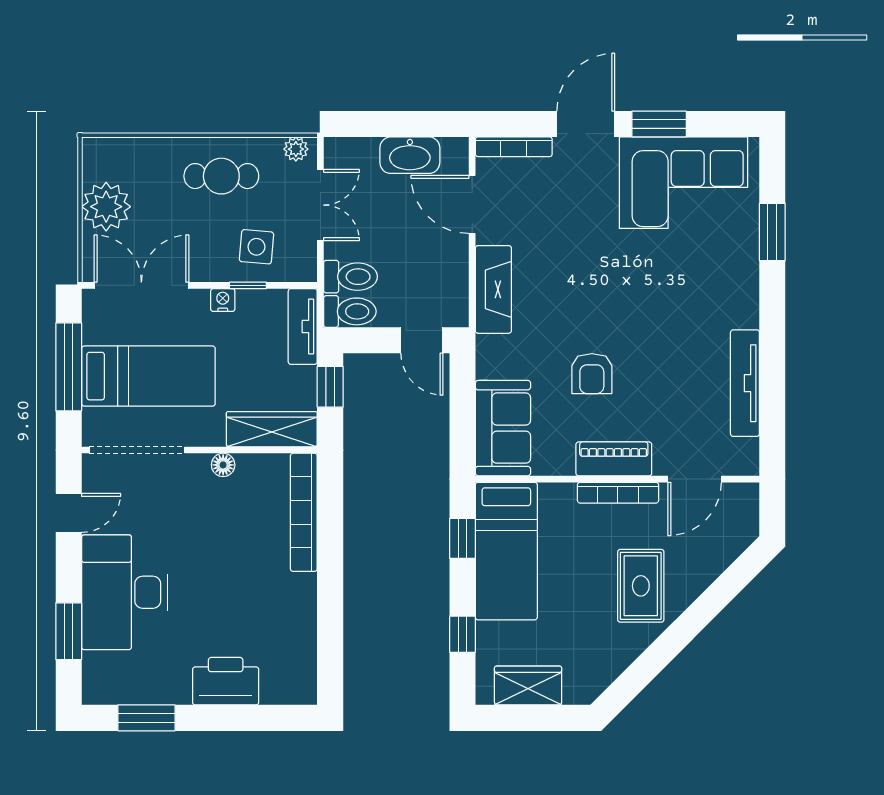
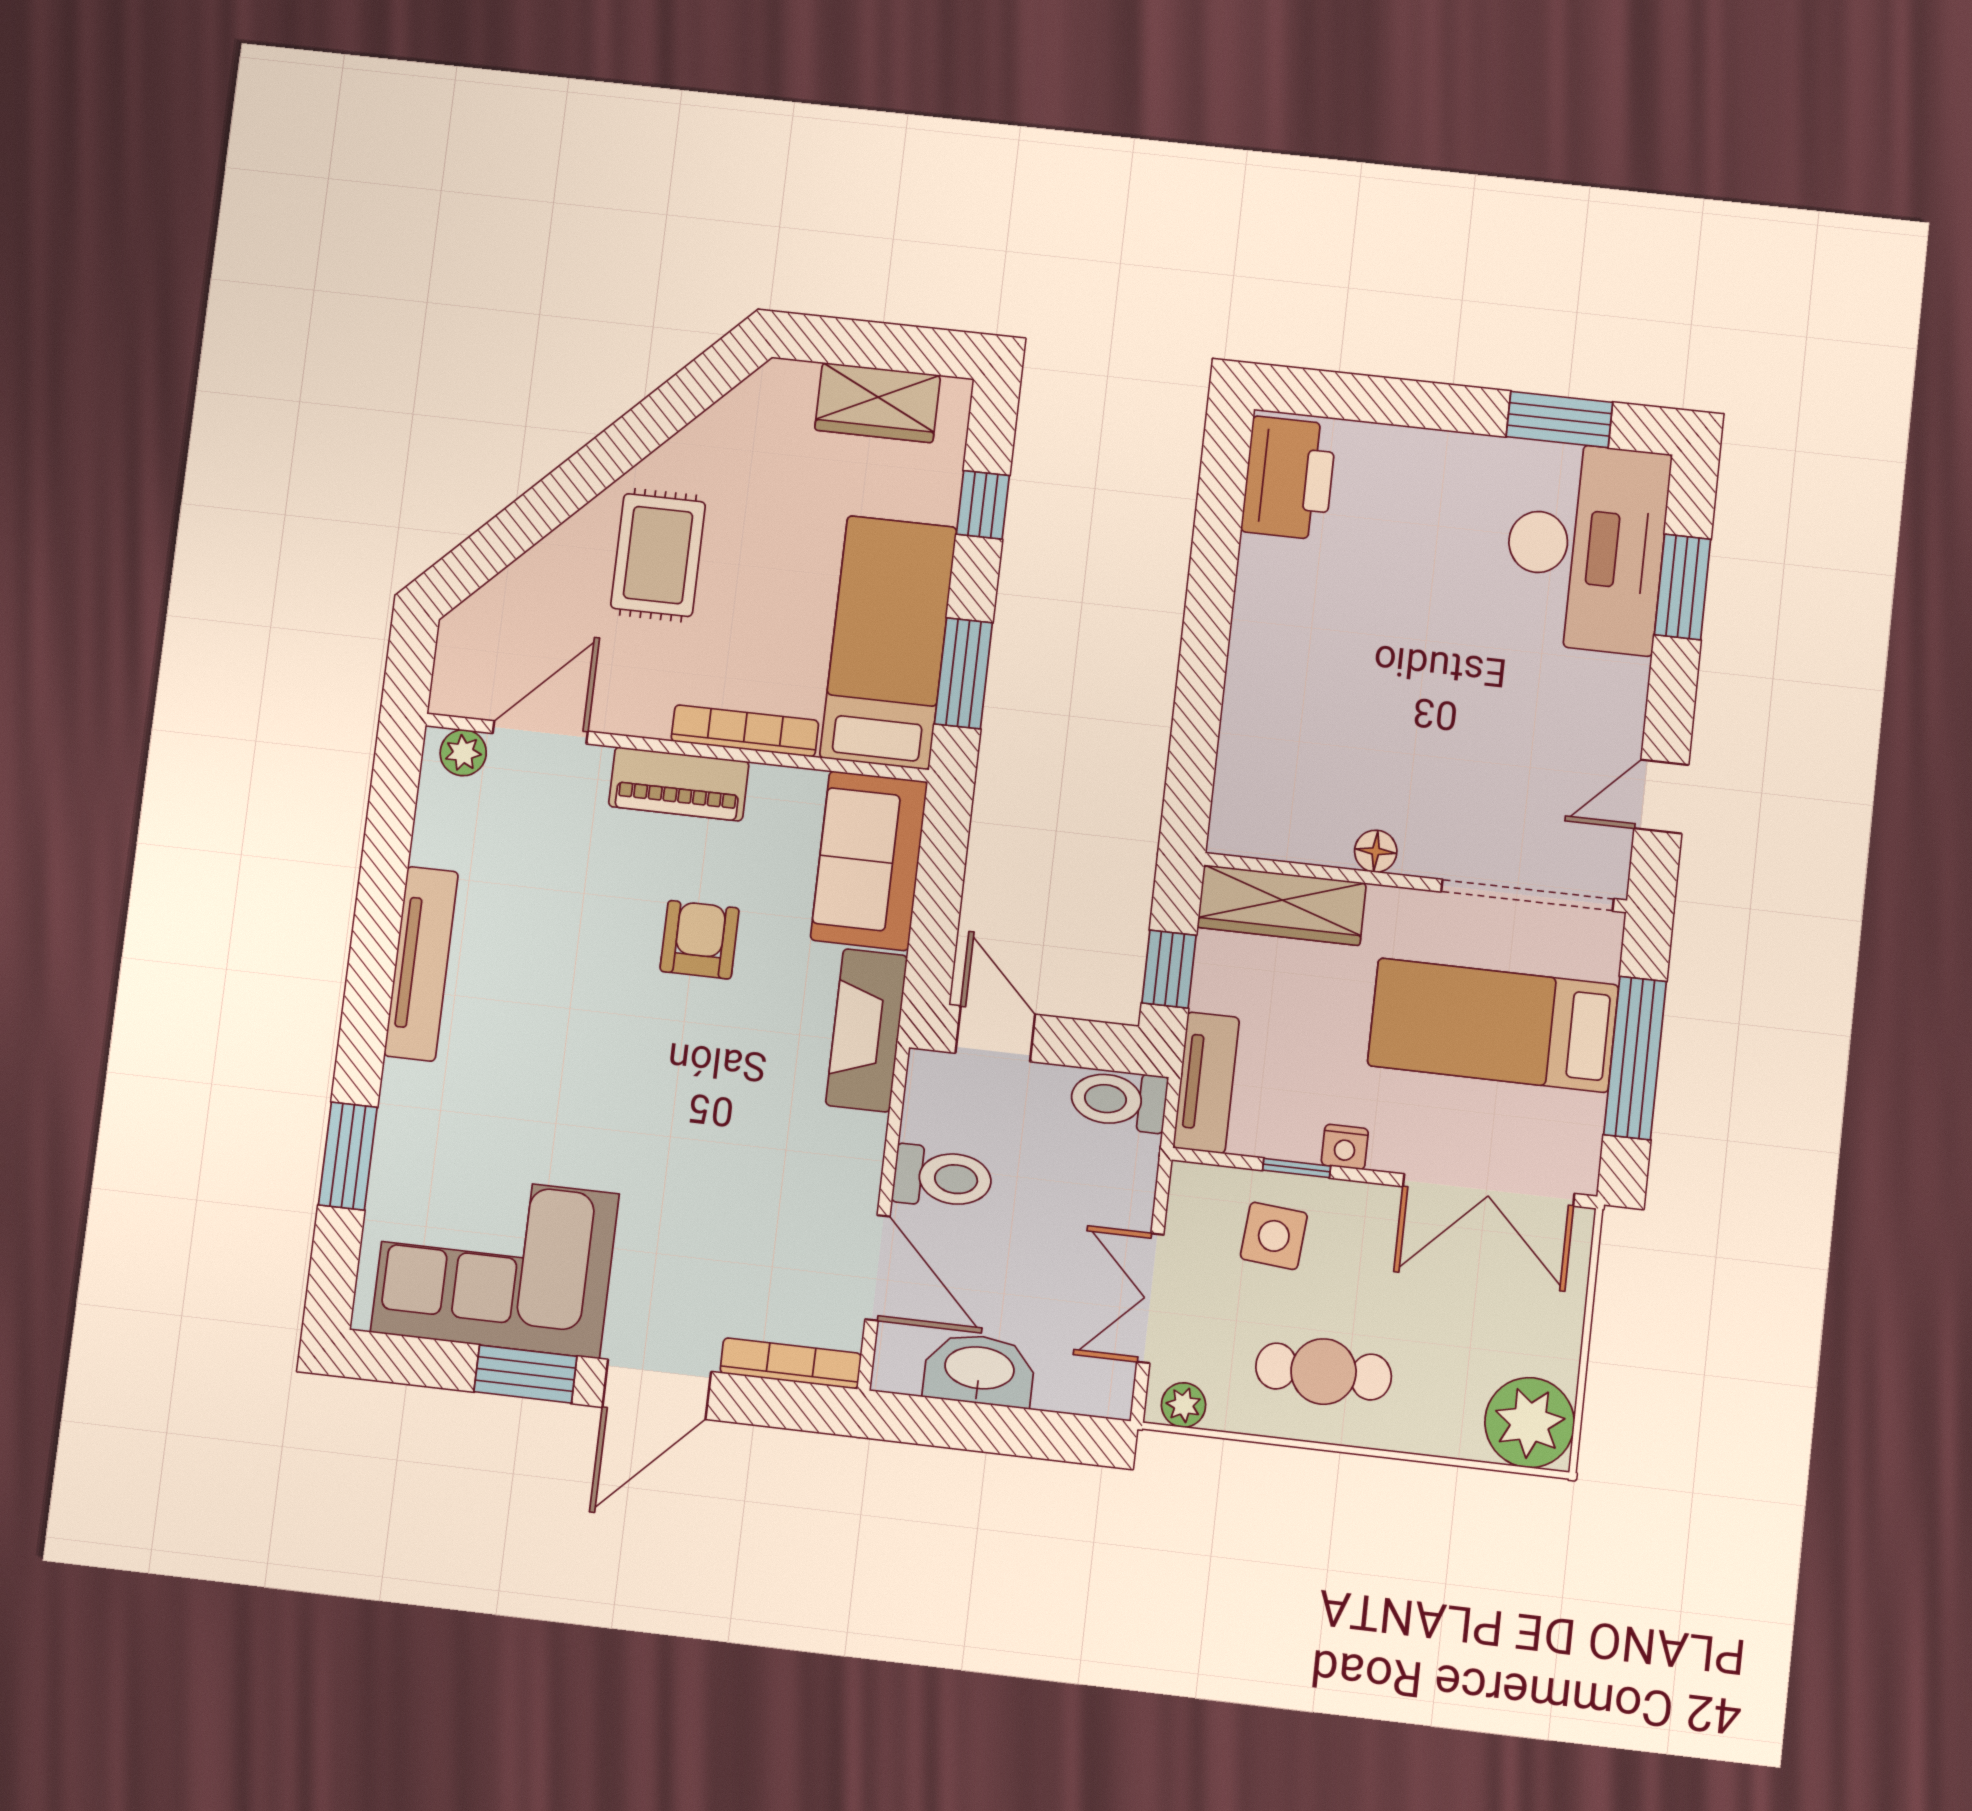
plant: (106, 207) -> (1530, 1423), moved
toilet: (351, 277) -> (943, 1178), moved, turned 180
fireplace: (493, 289) -> (866, 1030), moved
tv unit: (745, 383) -> (421, 964), moved
plant: (736, 463) -> (463, 753), added
bookcase: (618, 493) -> (745, 731), moved
bookcase: (304, 512) -> (1240, 751), removed
window: (462, 538) -> (963, 673), width x1.50
desk: (125, 592) -> (1586, 547), moved
printer: (226, 681) -> (1289, 478), moved, turned -90

